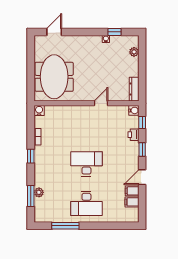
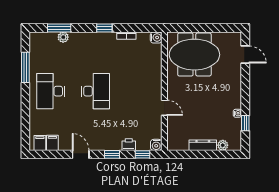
dresser: (134, 89) -> (203, 145), moved
filing cabinet: (132, 191) -> (40, 143), moved

